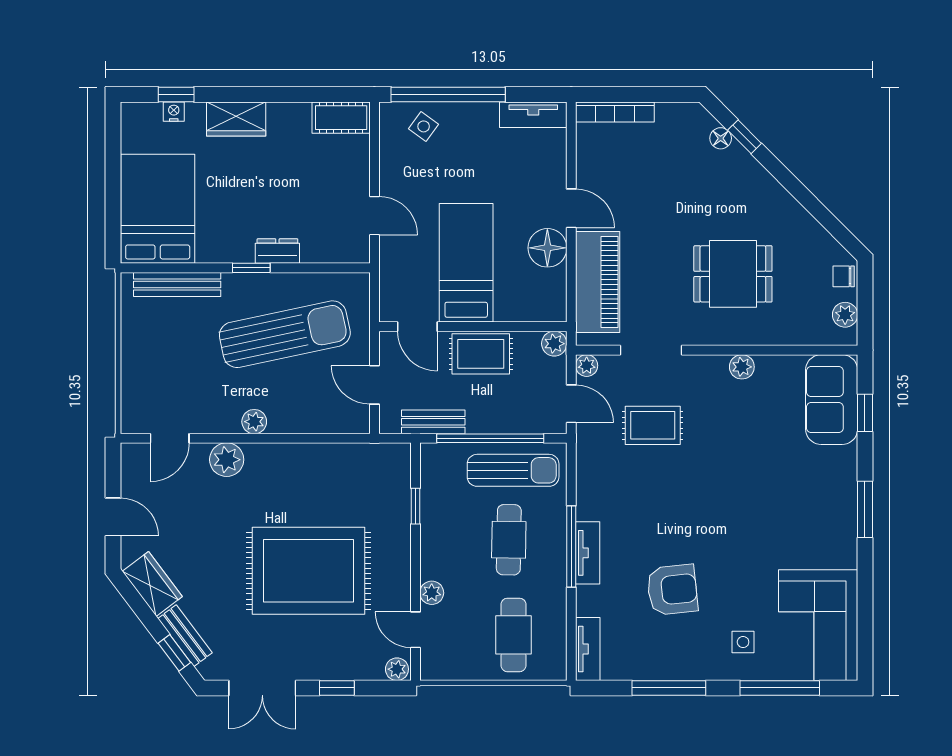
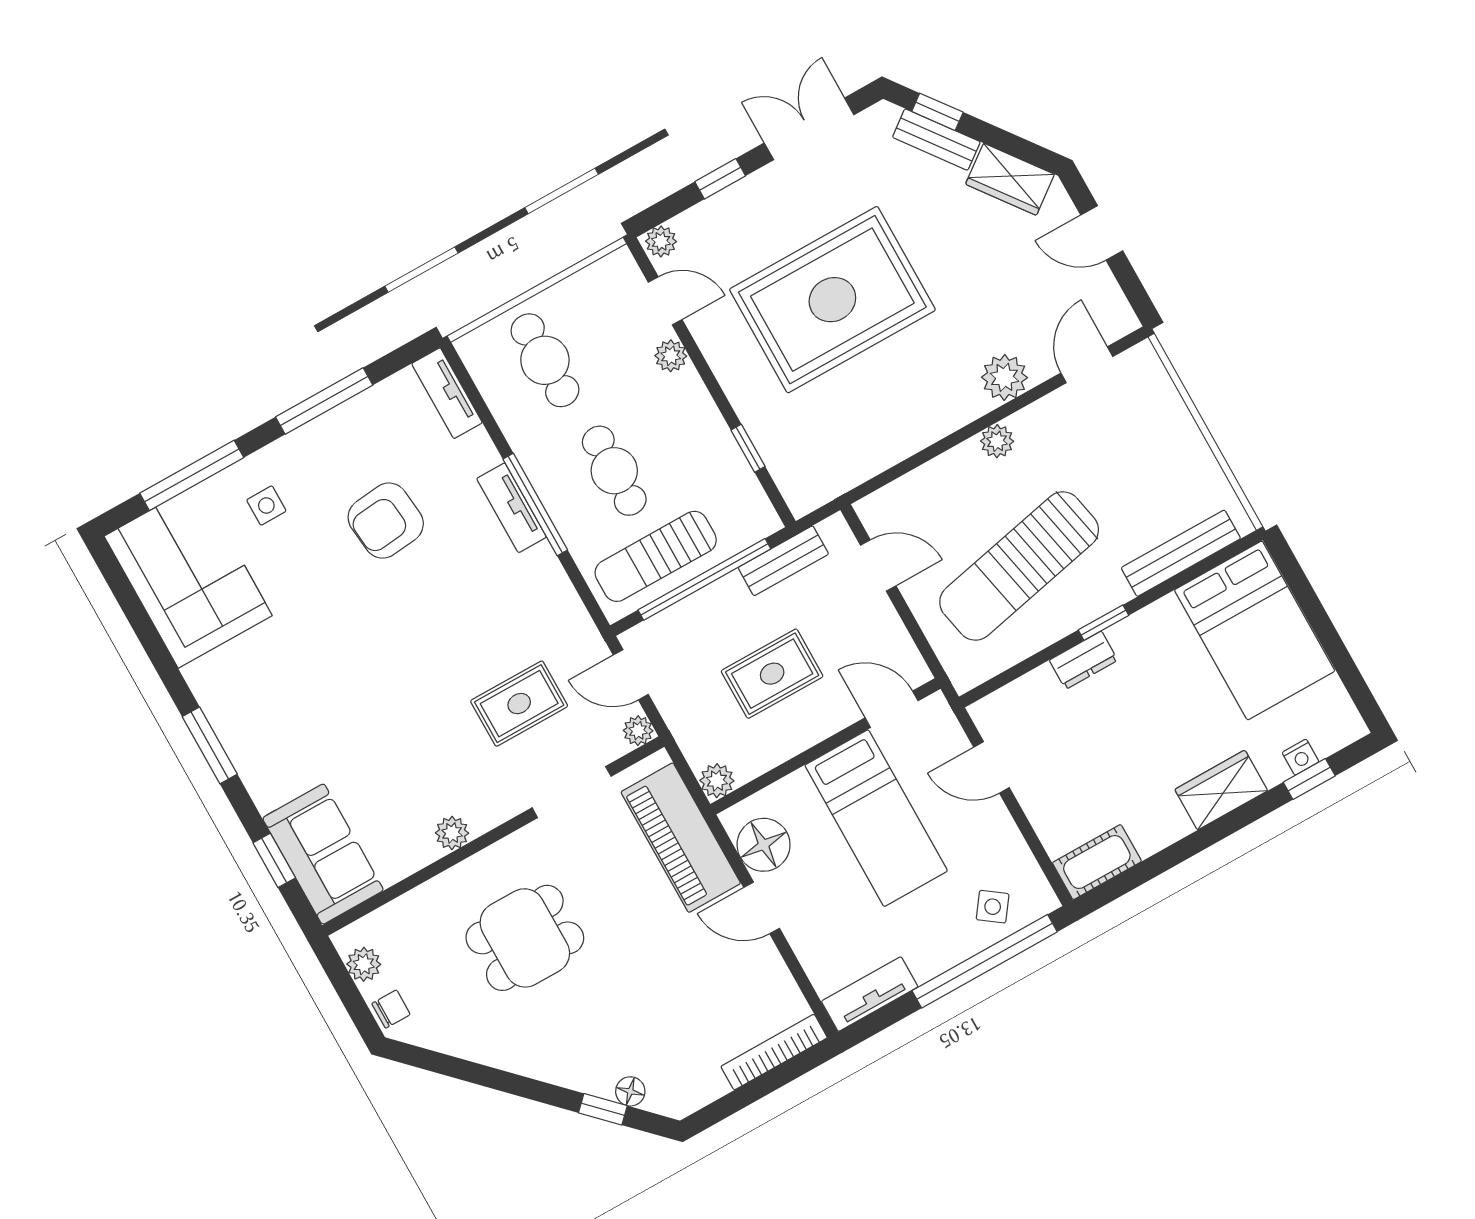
bed: (466, 263) -> (876, 818), moved
door: (417, 327) -> (892, 709), moved
wall: (473, 327) -> (825, 746), moved
plant: (554, 344) -> (717, 781), moved

